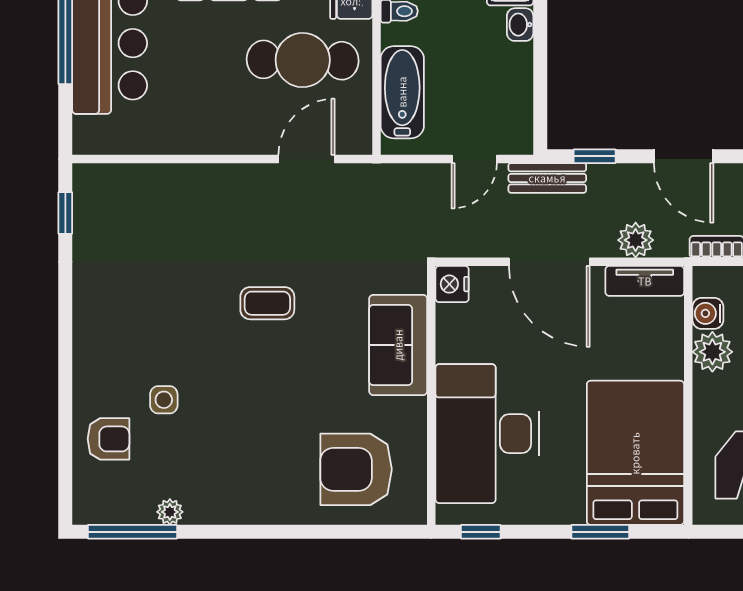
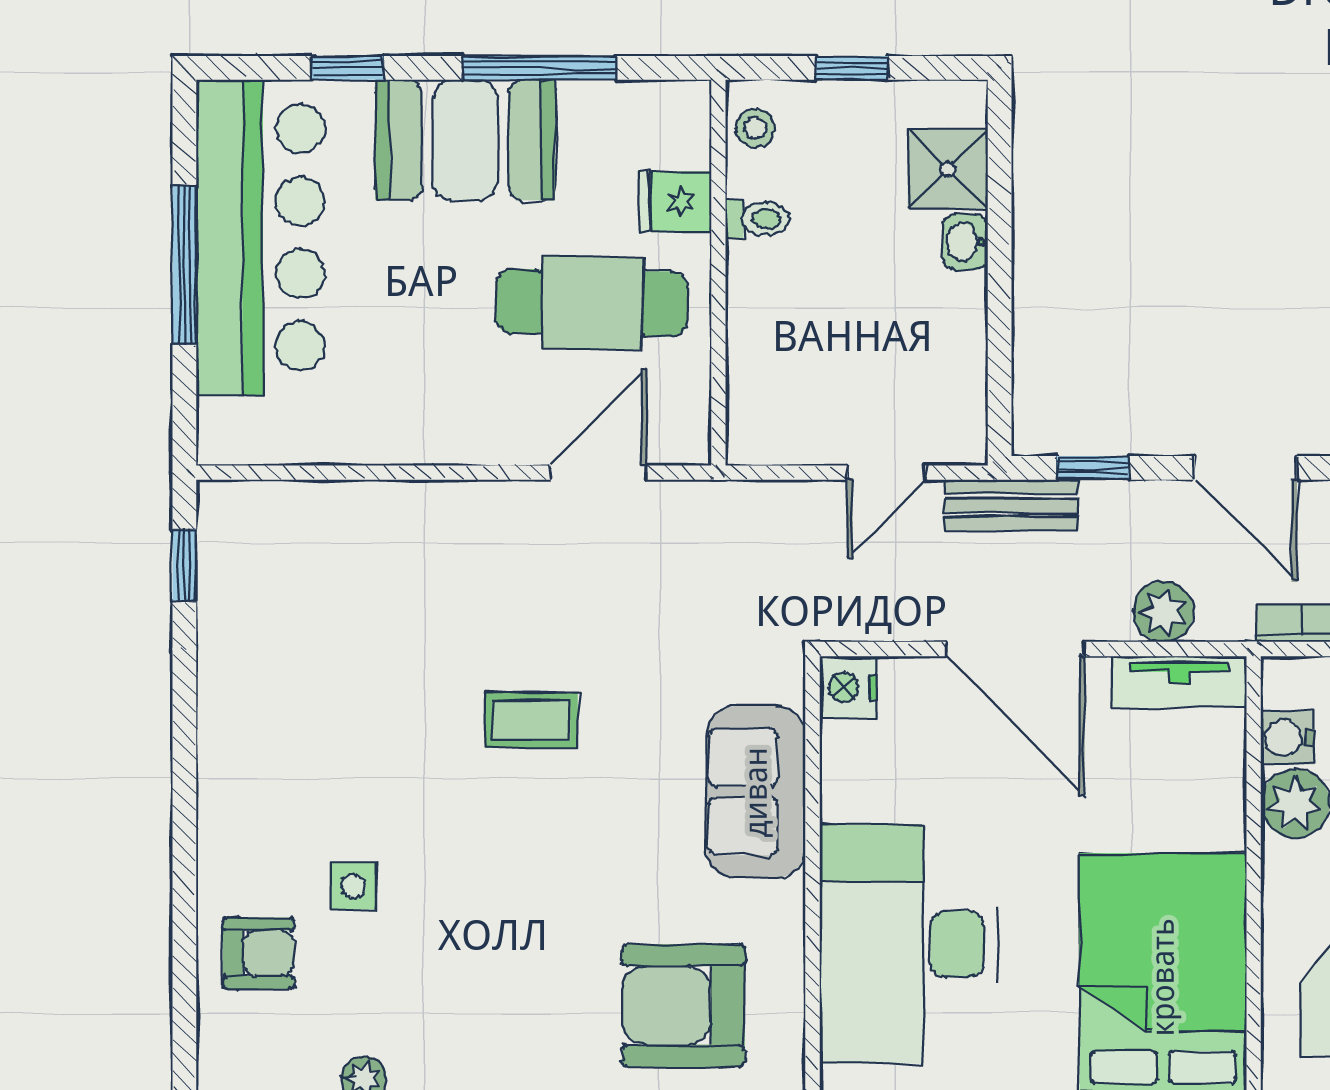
bathtub: (402, 92) -> (763, 358), removed

